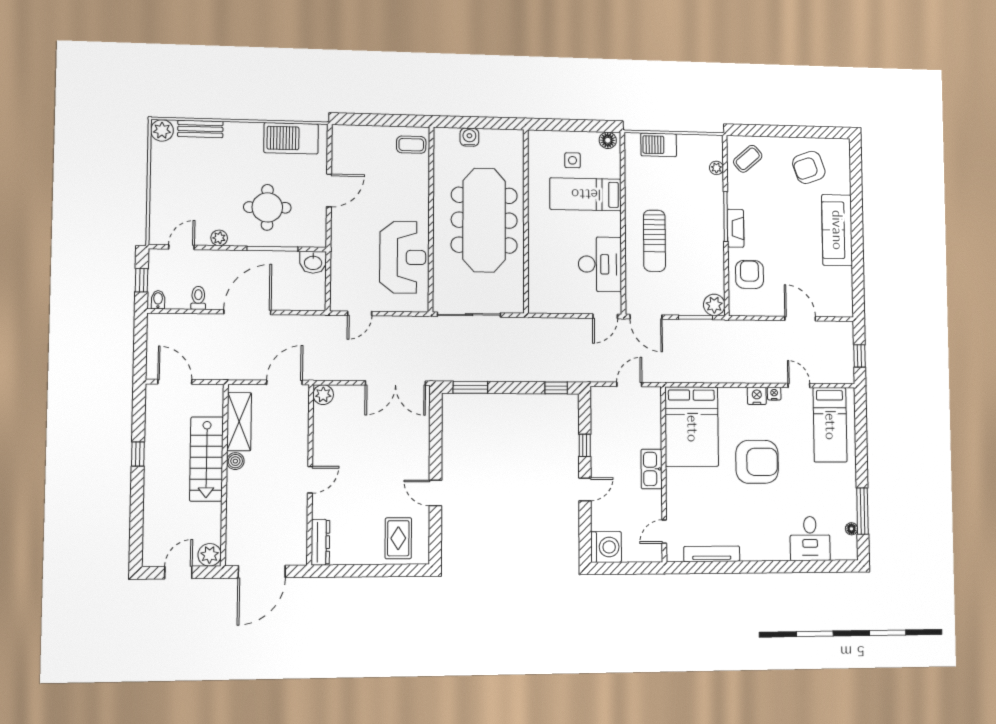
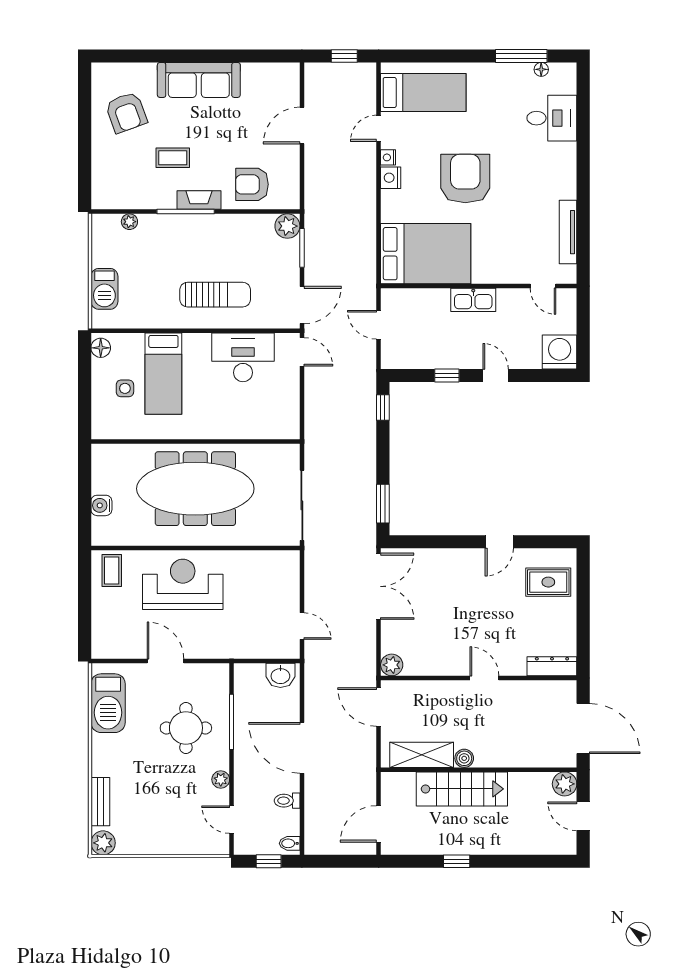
coffee table: (748, 159) -> (173, 158), moved, turned -49
reception desk: (403, 257) -> (183, 584), moved
washbasin: (313, 262) -> (280, 675), moved, turned 90

